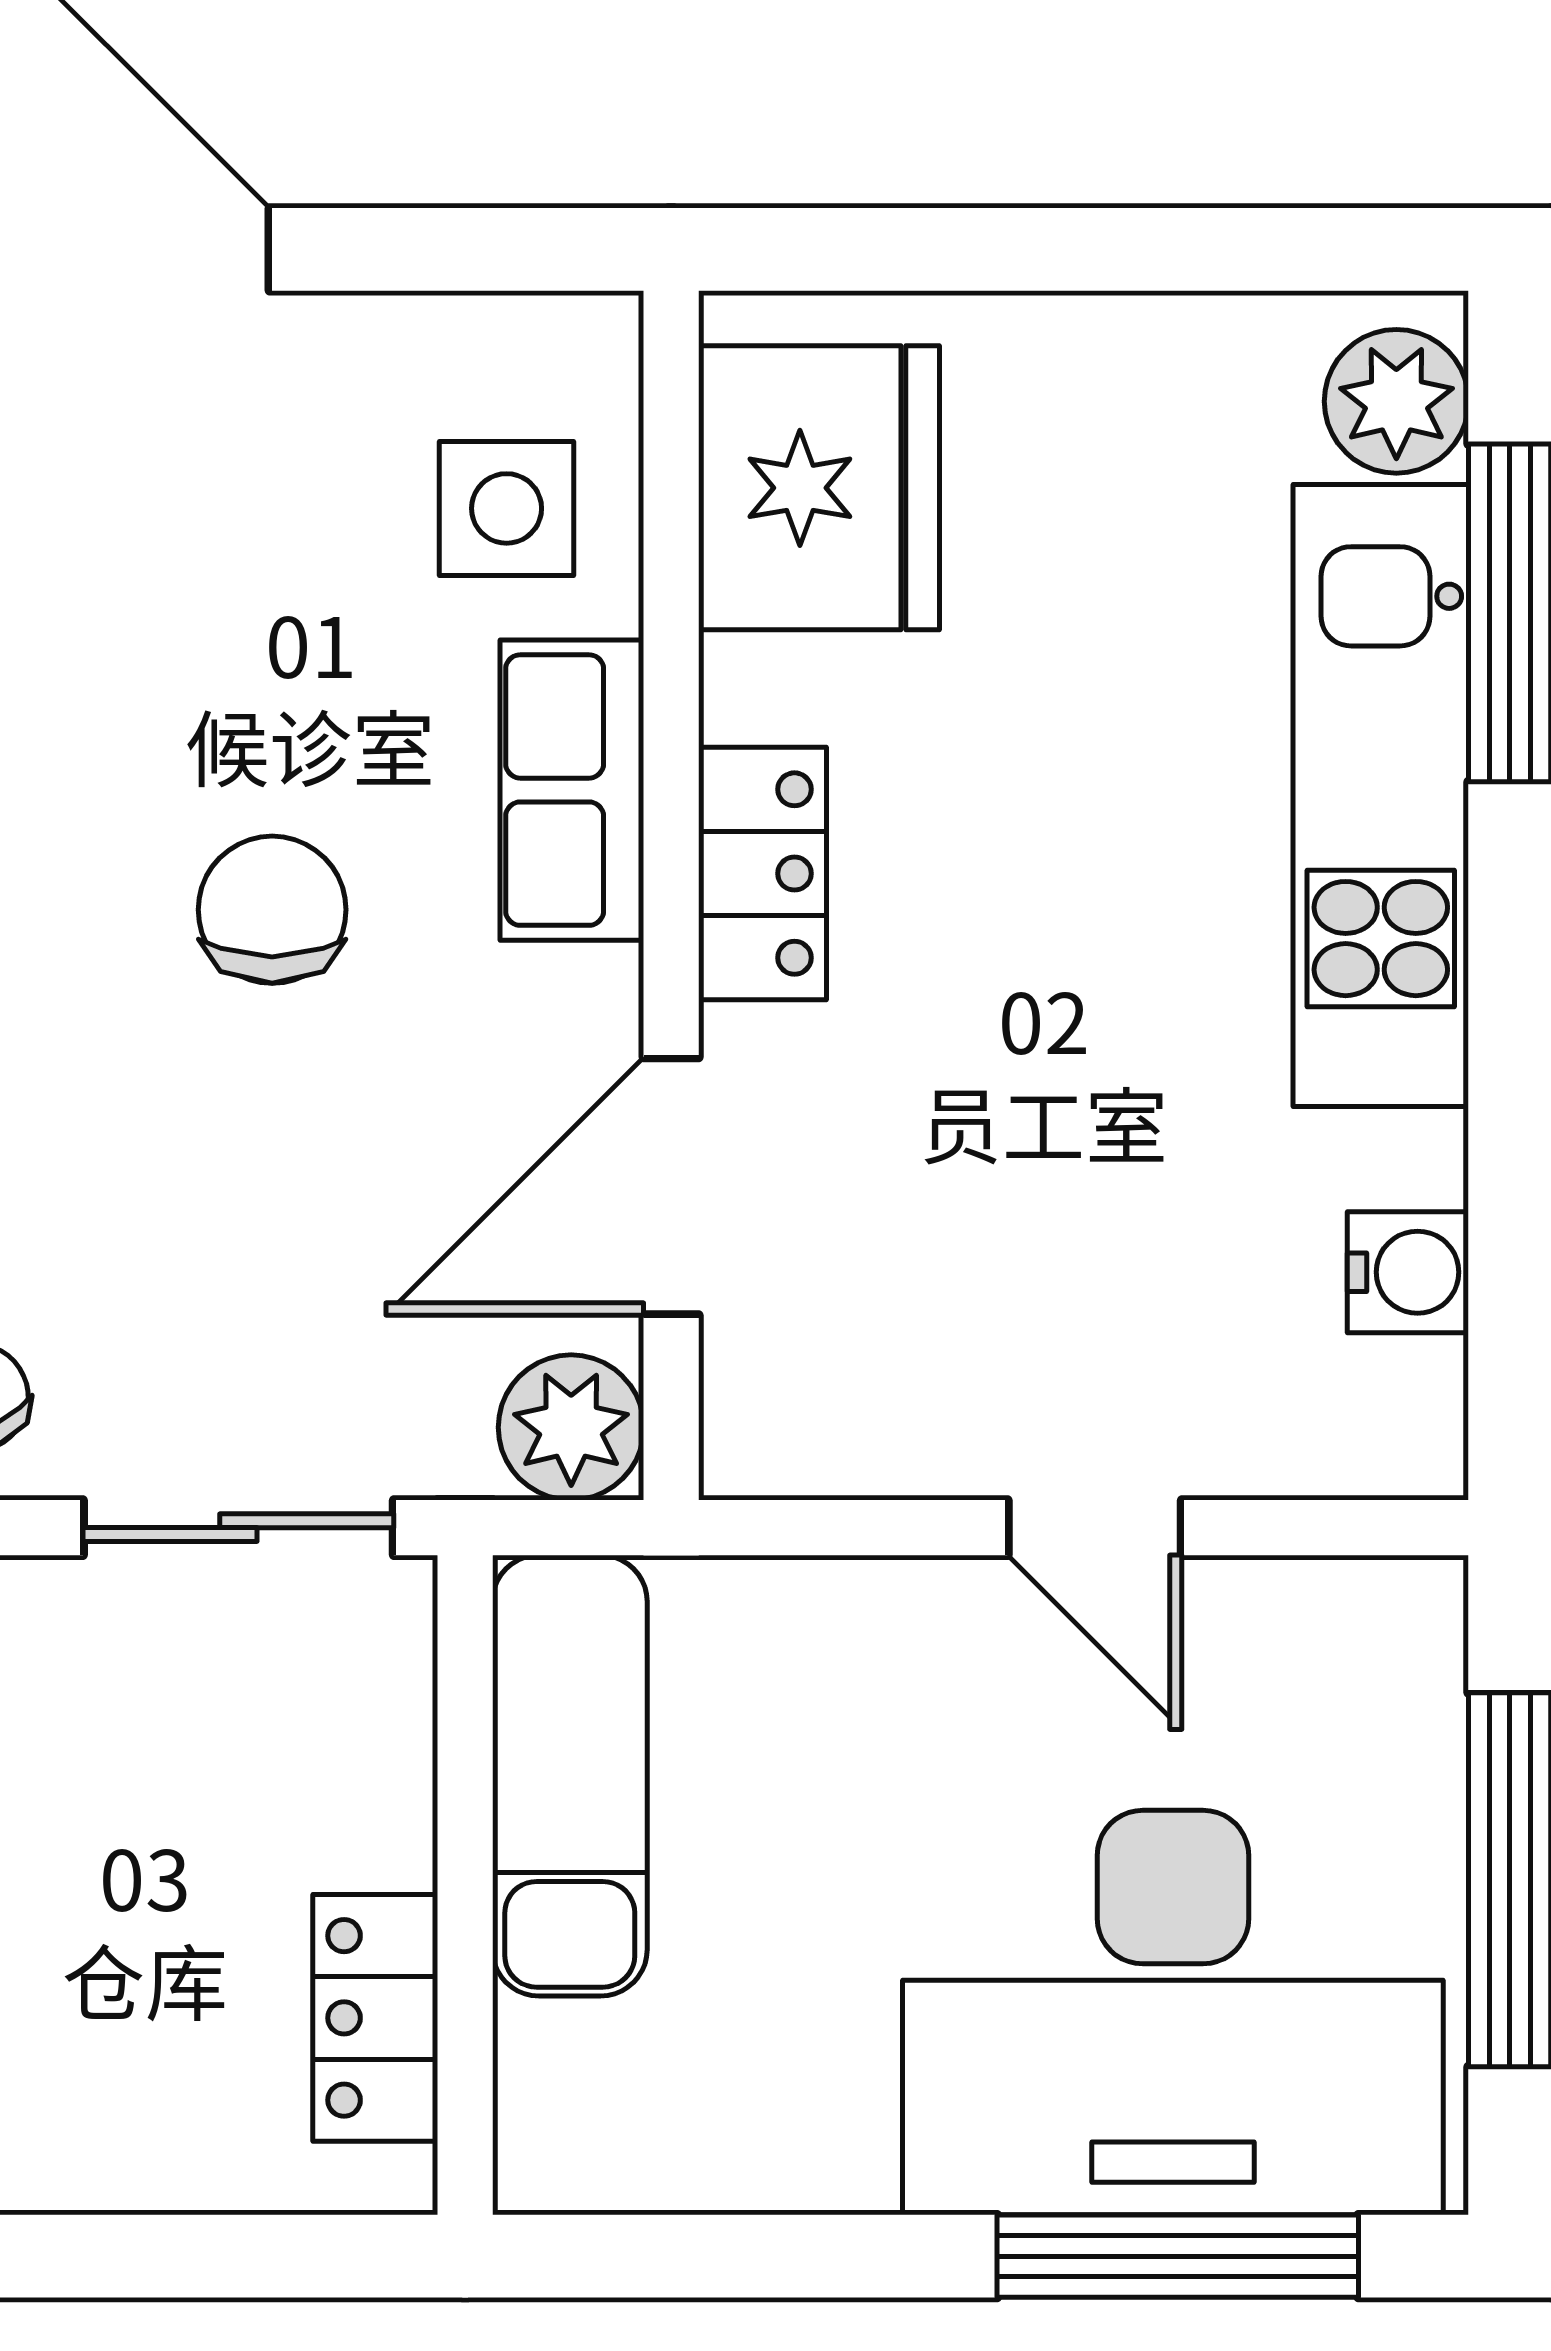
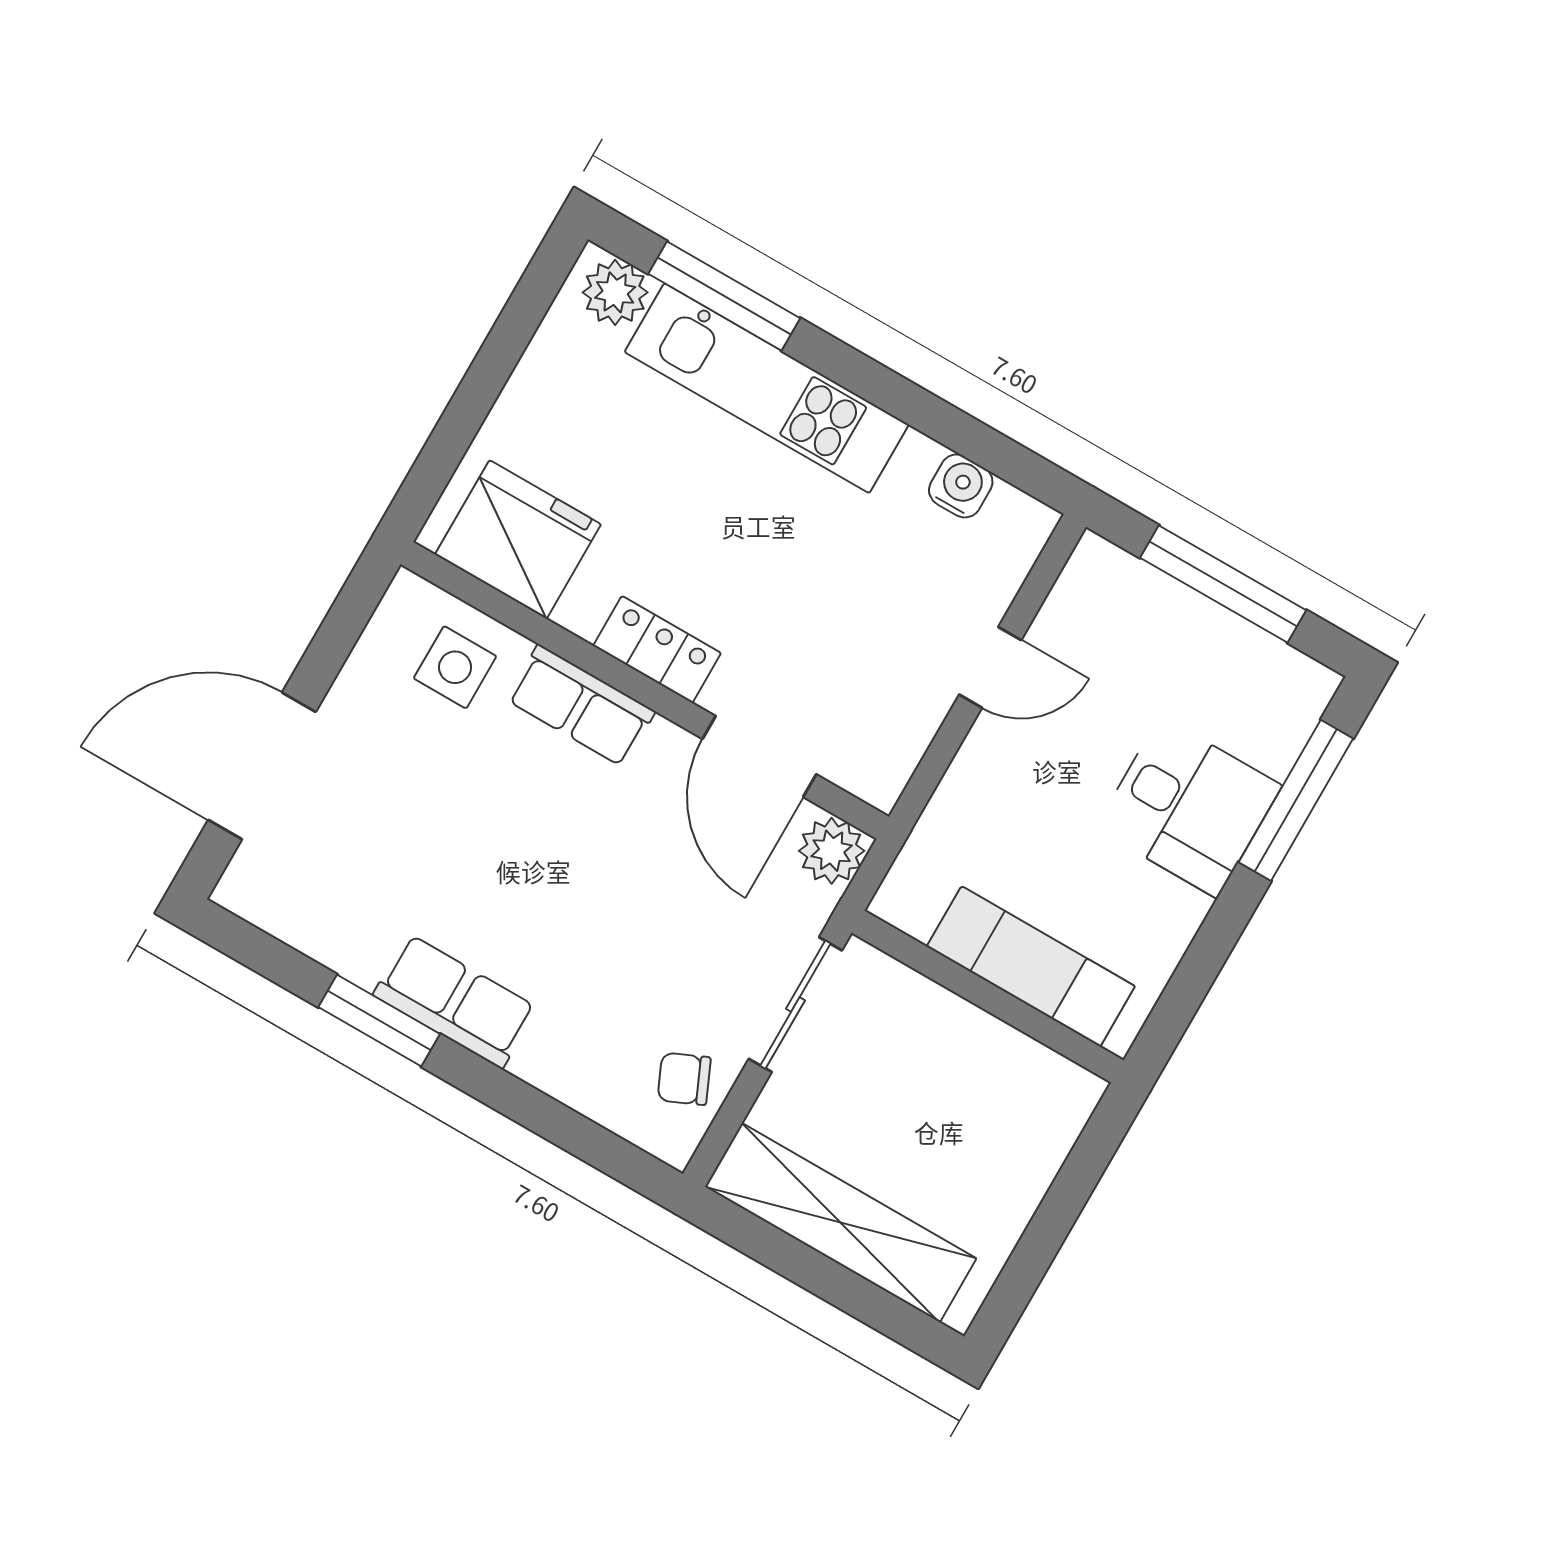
chair: (272, 910) -> (560, 851), removed
exam couch: (570, 1776) -> (1031, 966), moved
desk: (1173, 2013) -> (1189, 807), width x0.53, depth x0.77
locker: (375, 2018) -> (1020, 1062), removed

